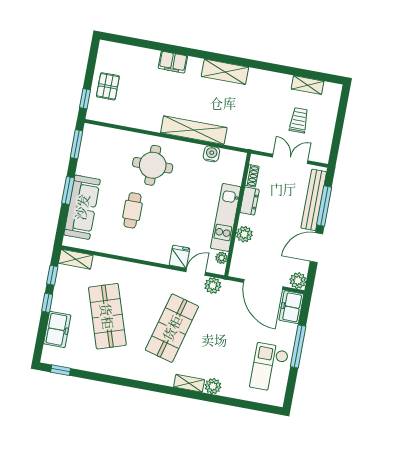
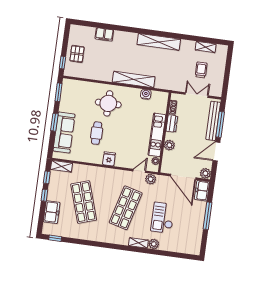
filing cabinet: (173, 62) -> (104, 34), moved
shelving: (225, 72) -> (159, 42), width x1.47
fridge: (179, 257) -> (109, 159), moved
checkout: (269, 367) -> (163, 218), moved

